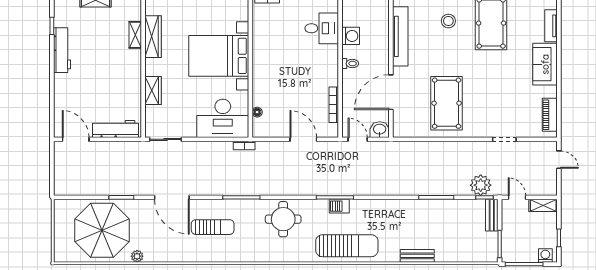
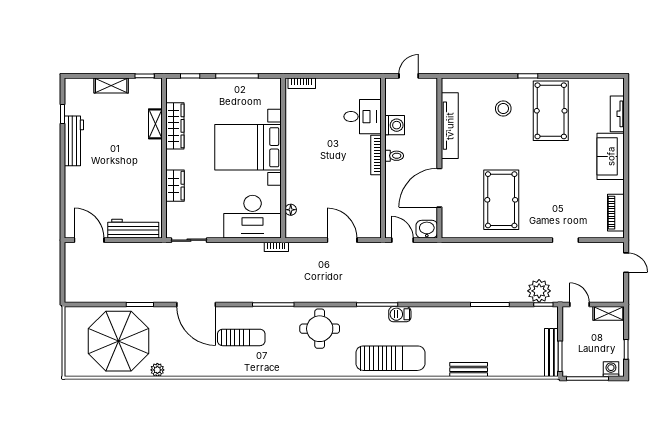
bookcase: (334, 105) -> (376, 155), moved
barbecue: (339, 206) -> (400, 314), moved
bench: (492, 215) -> (551, 352), moved, width x1.36

